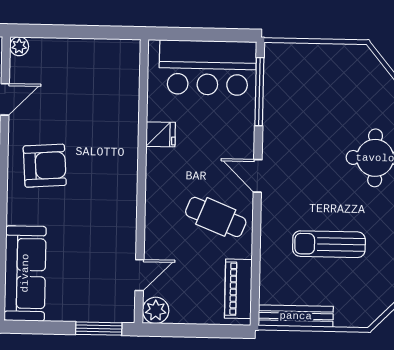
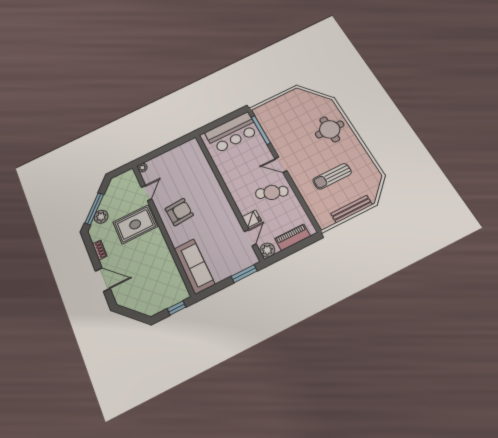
fridge: (161, 134) -> (252, 219), moved
piano: (238, 289) -> (293, 237), moved, turned 90
bench: (296, 316) -> (352, 209), moved

